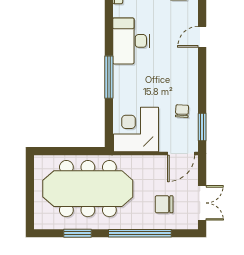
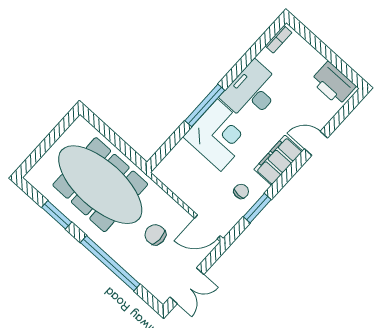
filing cabinet: (188, 69) -> (278, 160), added
window: (202, 127) -> (257, 208), moved
corner desk: (136, 129) -> (219, 135), moved, turned 90
chair: (164, 204) -> (155, 235), moved

